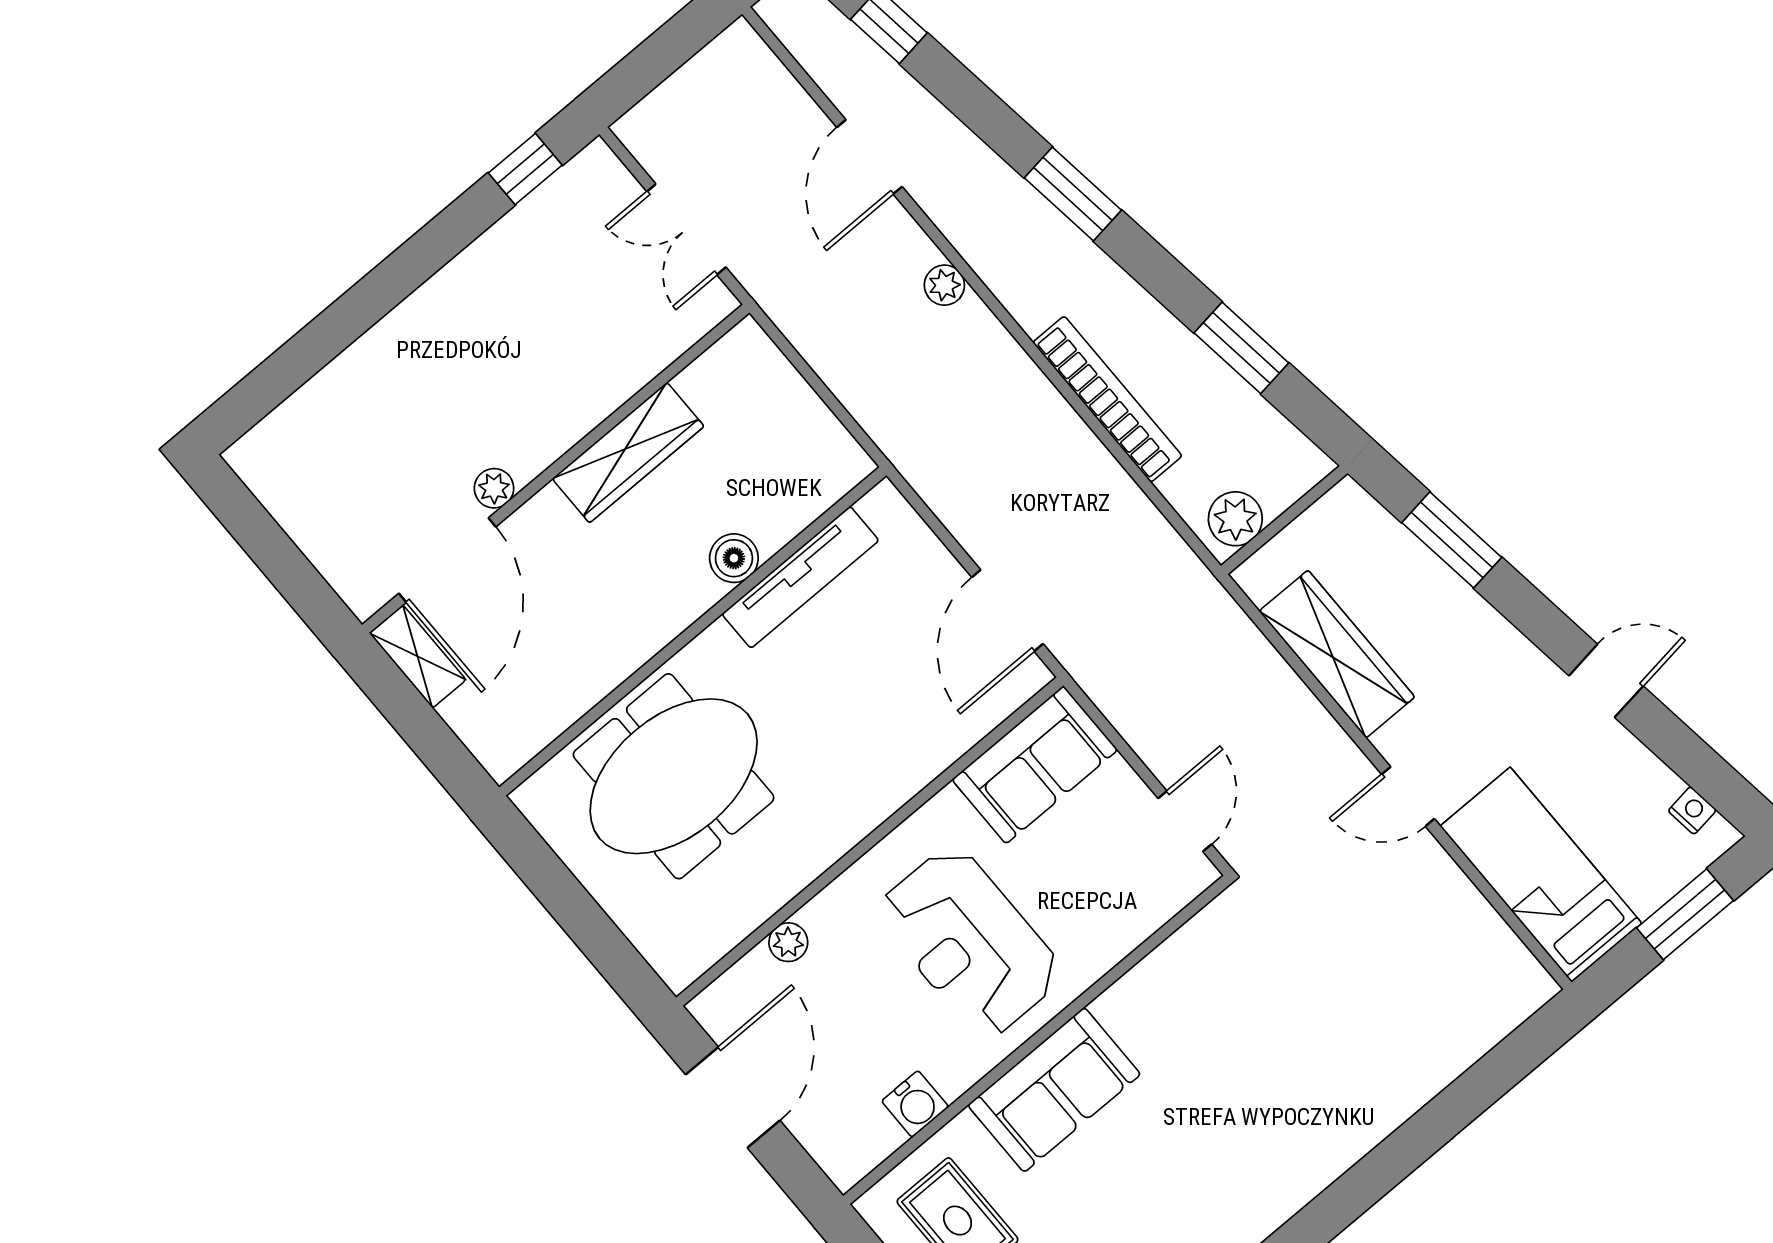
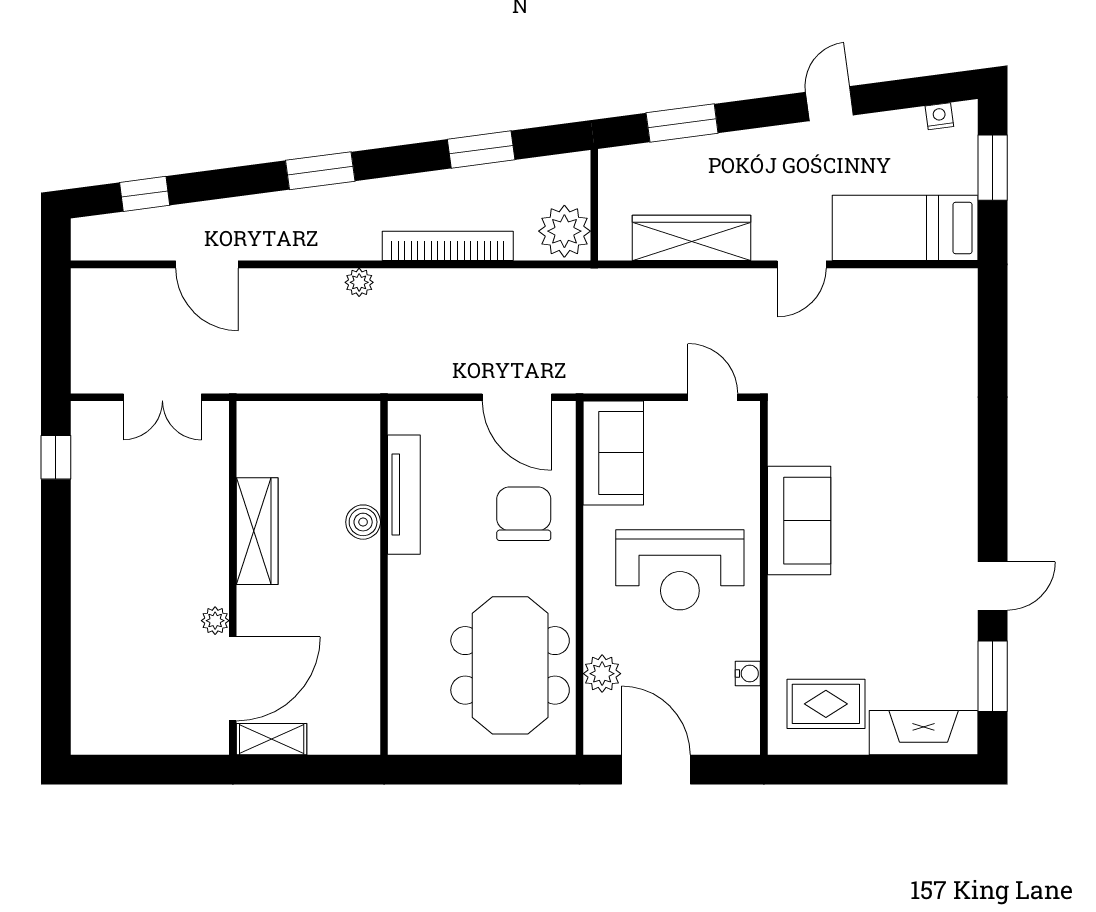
plant: (944, 285) -> (359, 282), moved
plant: (1235, 519) -> (564, 231), width x1.36, depth x1.36
door: (447, 560) -> (233, 679), hinge flipped
chair: (888, 723) -> (524, 514), added
meeting table: (674, 776) -> (510, 665), moved
plant: (788, 942) -> (602, 674), width x1.38, depth x1.38
sofa: (1054, 1090) -> (799, 521), moved
water cooler: (915, 1104) -> (748, 674), width x0.72, depth x0.72

